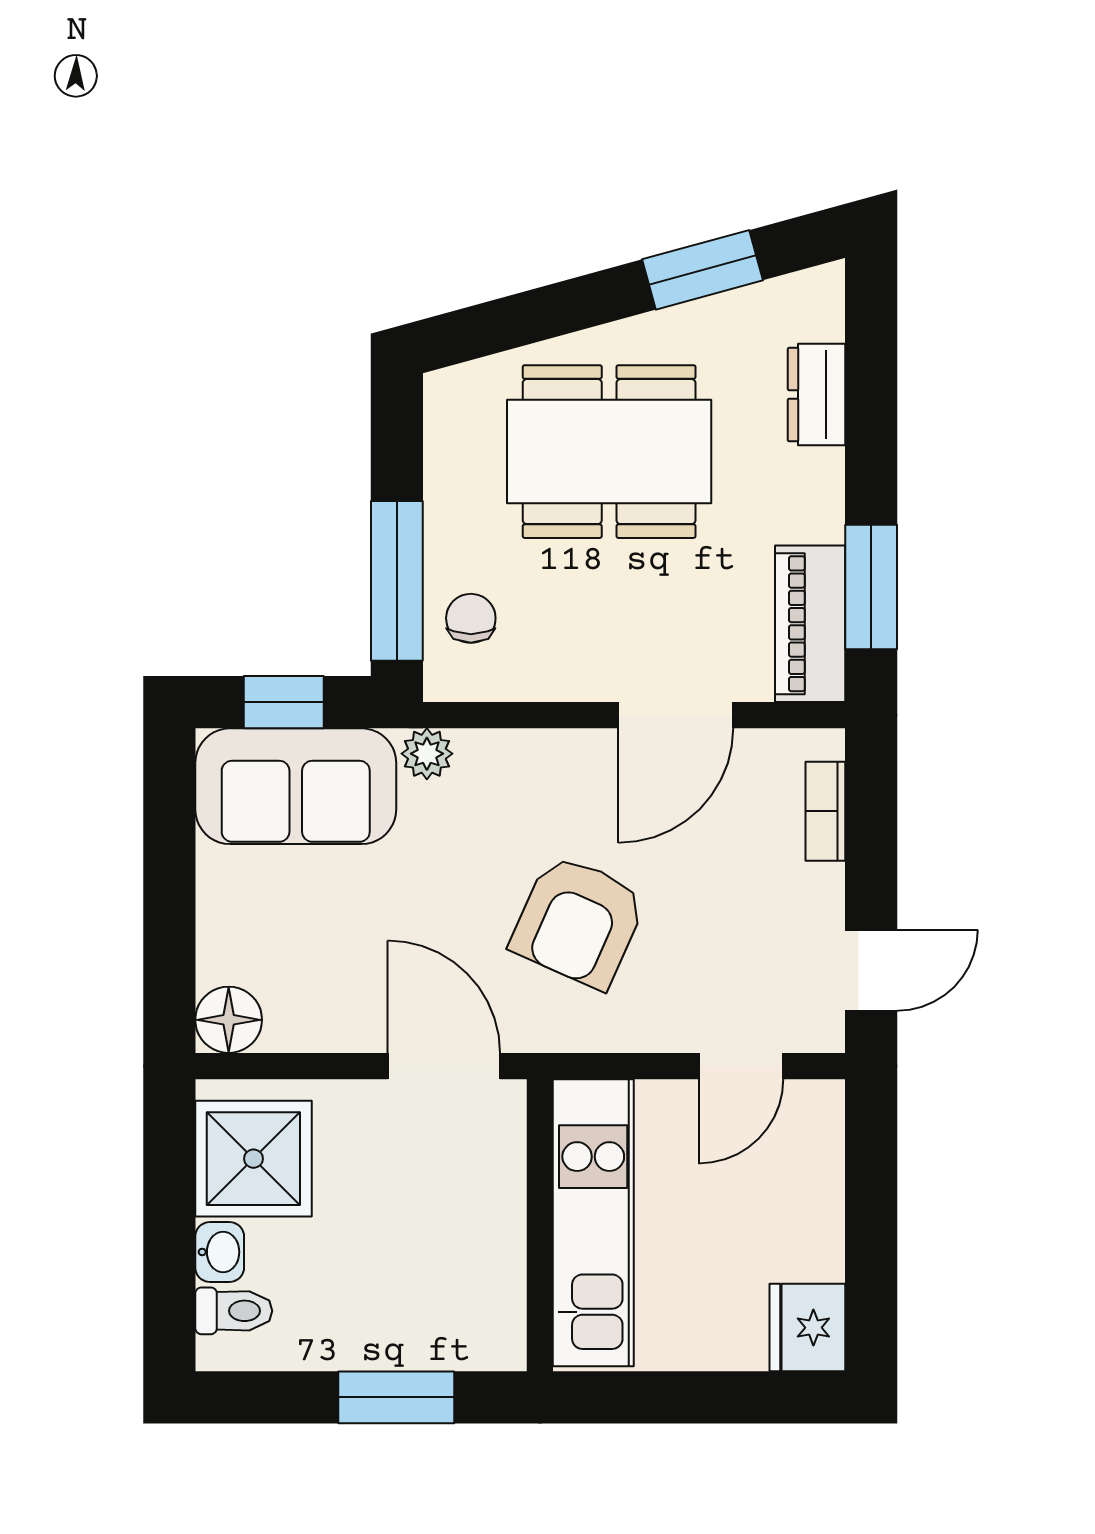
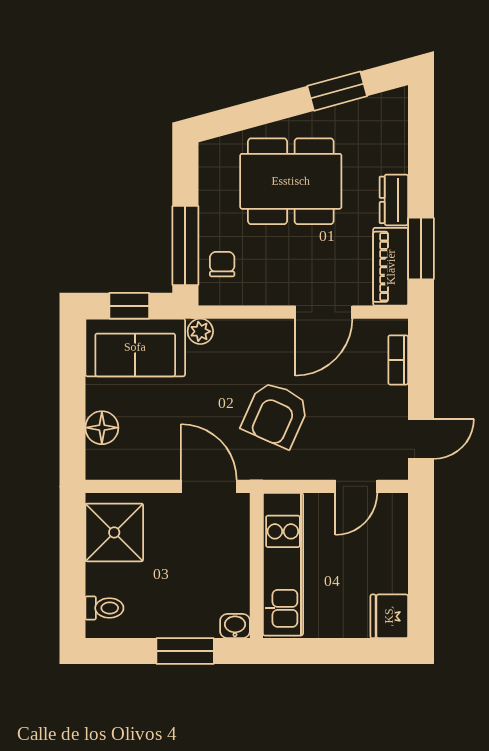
dresser: (817, 394) -> (394, 200), moved
floor lamp: (229, 1020) -> (102, 428), moved
washbasin: (220, 1252) -> (235, 626), moved, turned -90

